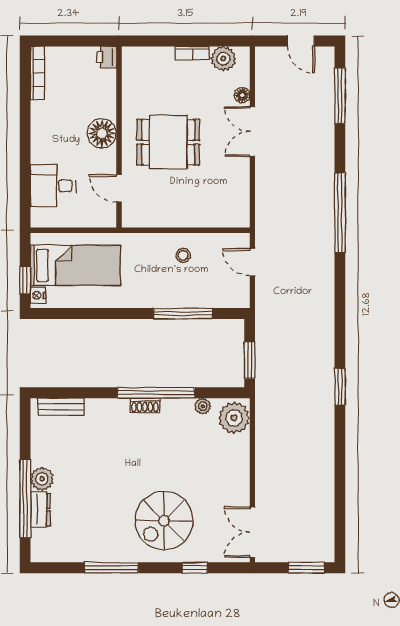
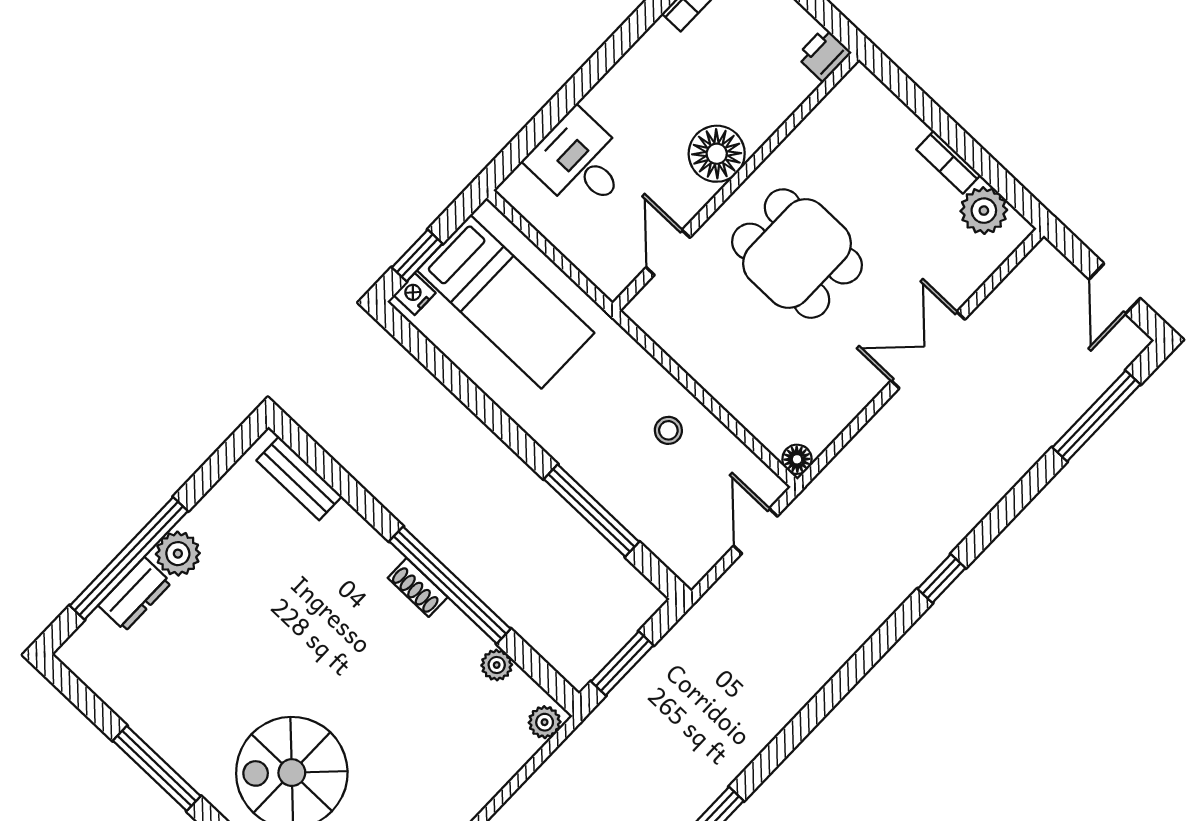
floor lamp: (242, 95) -> (797, 459), moved
window: (340, 213) -> (942, 578), width x0.32
plant: (234, 418) -> (545, 722), width x0.53, depth x0.53

